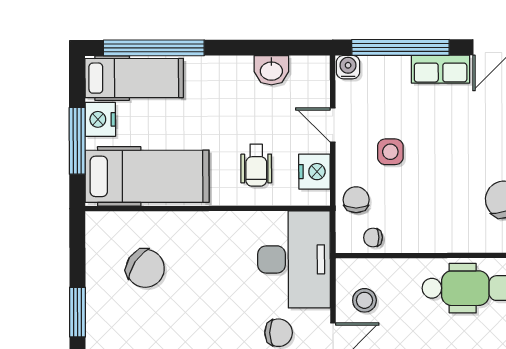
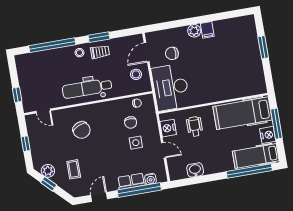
water cooler: (348, 67) -> (151, 179), moved
row of seats: (441, 69) -> (131, 181), moved
chair: (356, 200) -> (131, 122), moved
chair: (145, 268) -> (236, 72), removed

